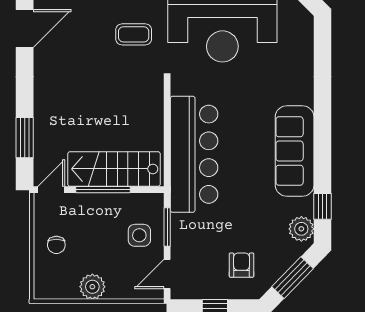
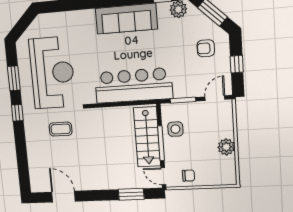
coffee table: (134, 34) -> (61, 129), turned 90
side table: (139, 235) -> (175, 129), moved
chair: (56, 245) -> (188, 176), moved
door: (167, 274) -> (215, 98), swing flipped

